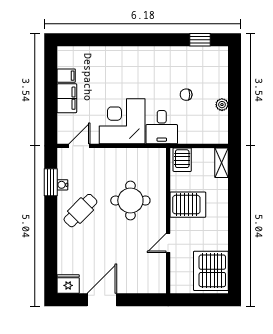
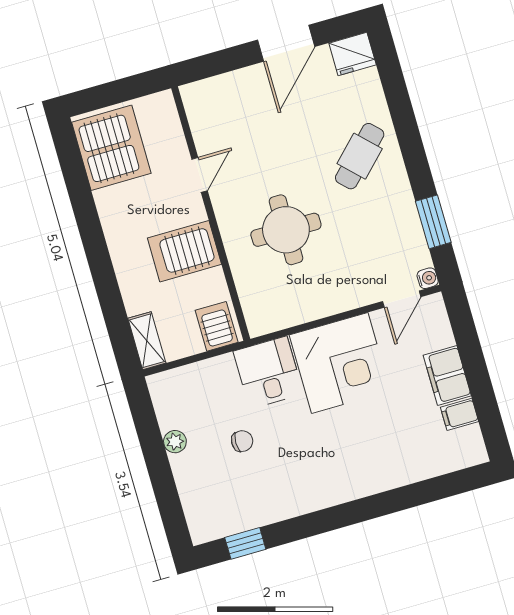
water cooler: (62, 185) -> (428, 278), moved
cafe table: (80, 211) -> (360, 156), moved

